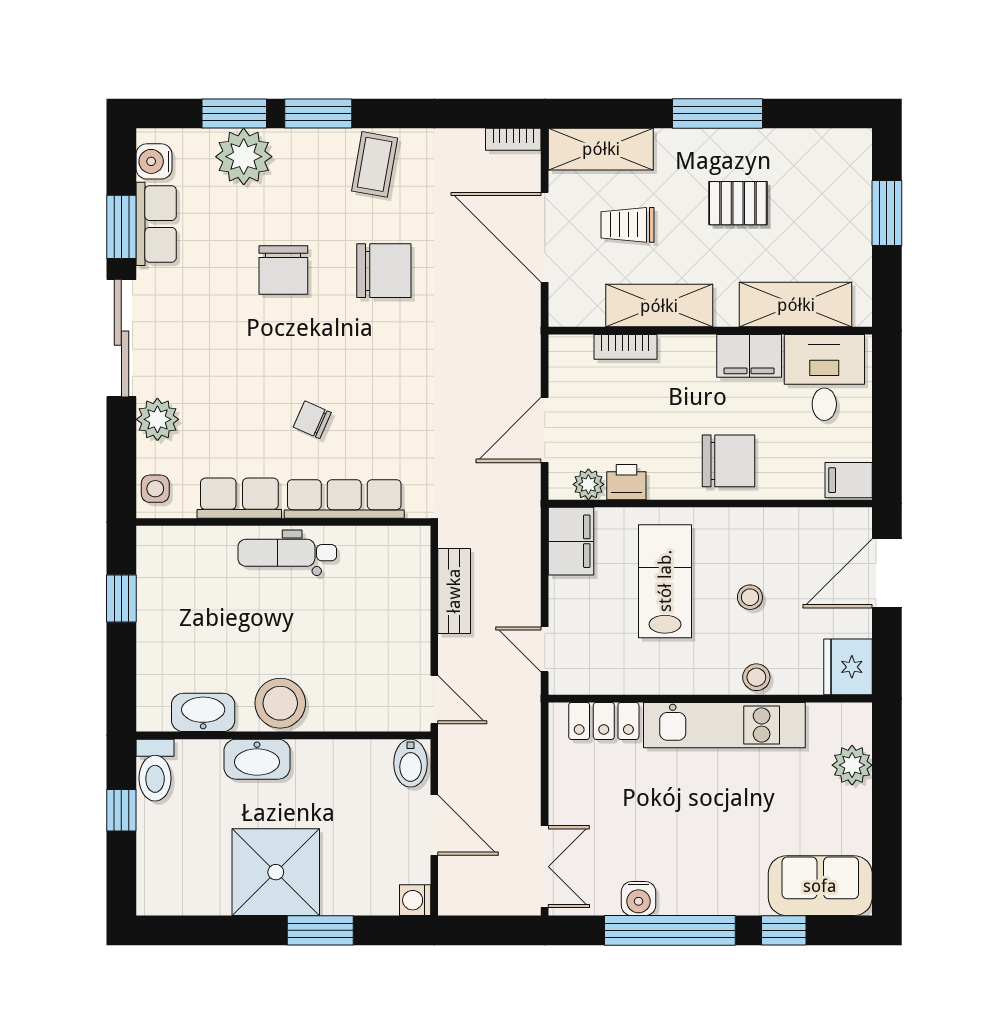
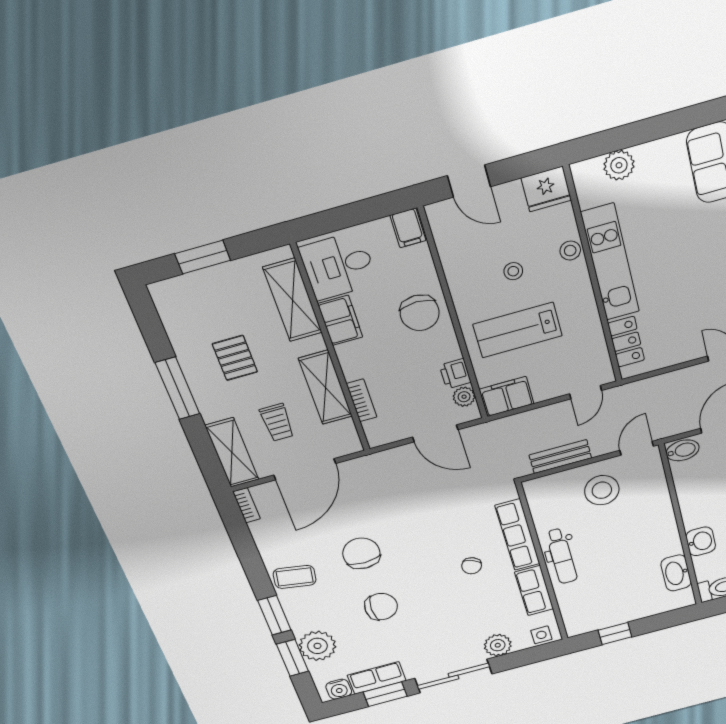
chair: (728, 461) -> (420, 313), turned 180
door: (887, 573) -> (469, 181), width x0.73
stool: (280, 703) -> (602, 490), moved
washbasin: (257, 759) -> (701, 541), width x0.72

